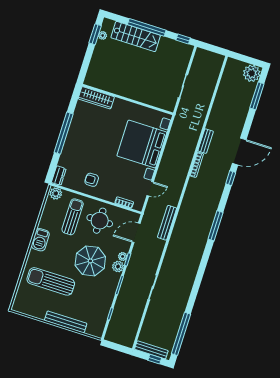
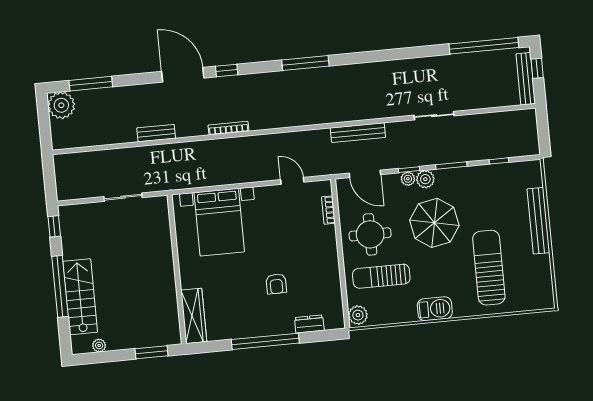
window: (95, 34) -> (151, 352), moved
bench: (206, 141) -> (156, 133), moved
bed with nightstands: (142, 144) -> (219, 222), width x0.73
dresser: (59, 176) -> (309, 324), moved
armchair: (92, 180) -> (276, 284), moved
bench: (167, 223) -> (358, 133), moved
sun lounger: (51, 281) -> (489, 268), turned 180

